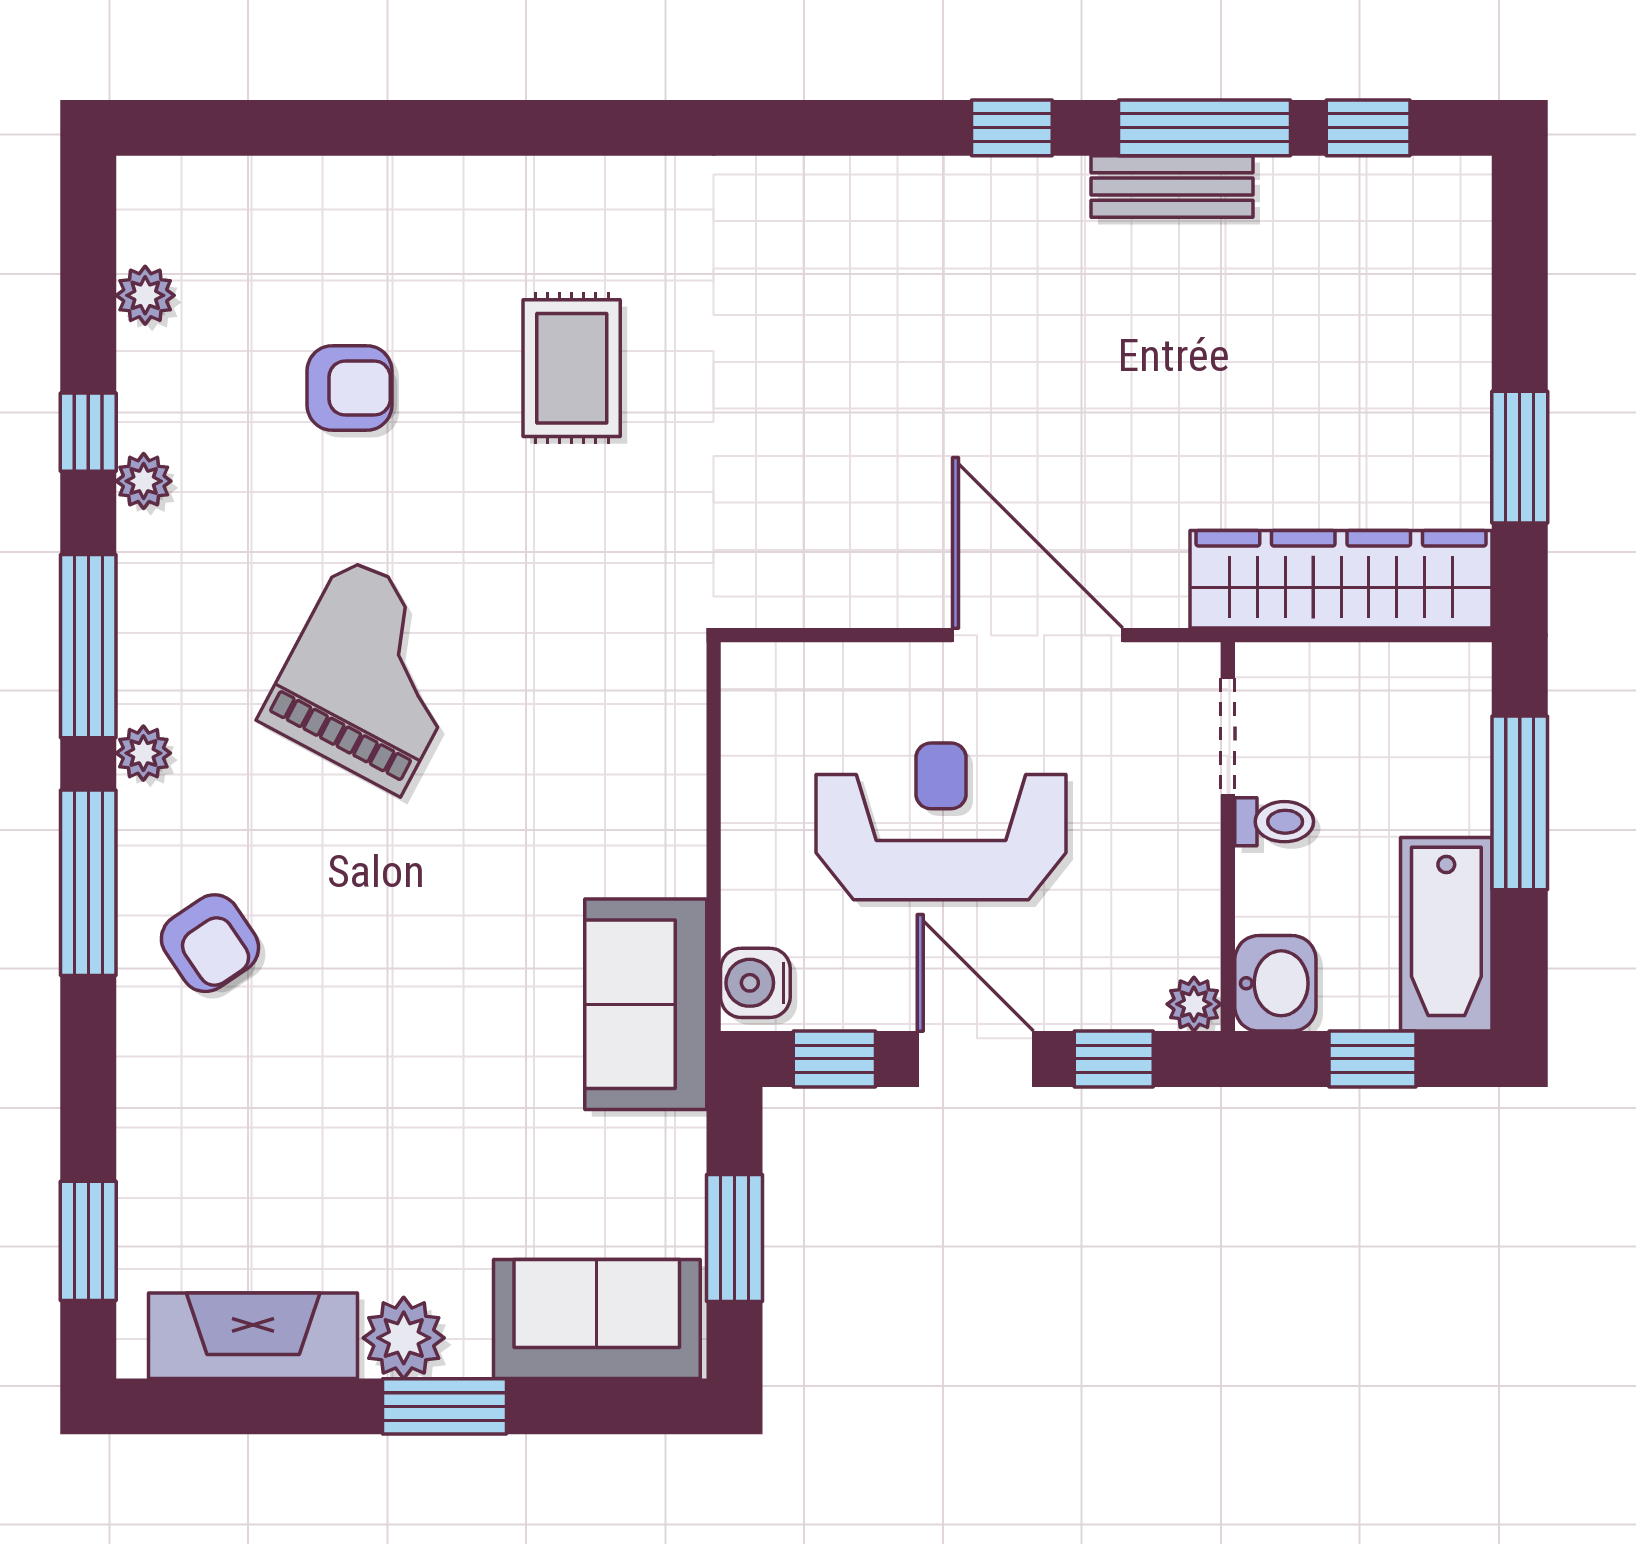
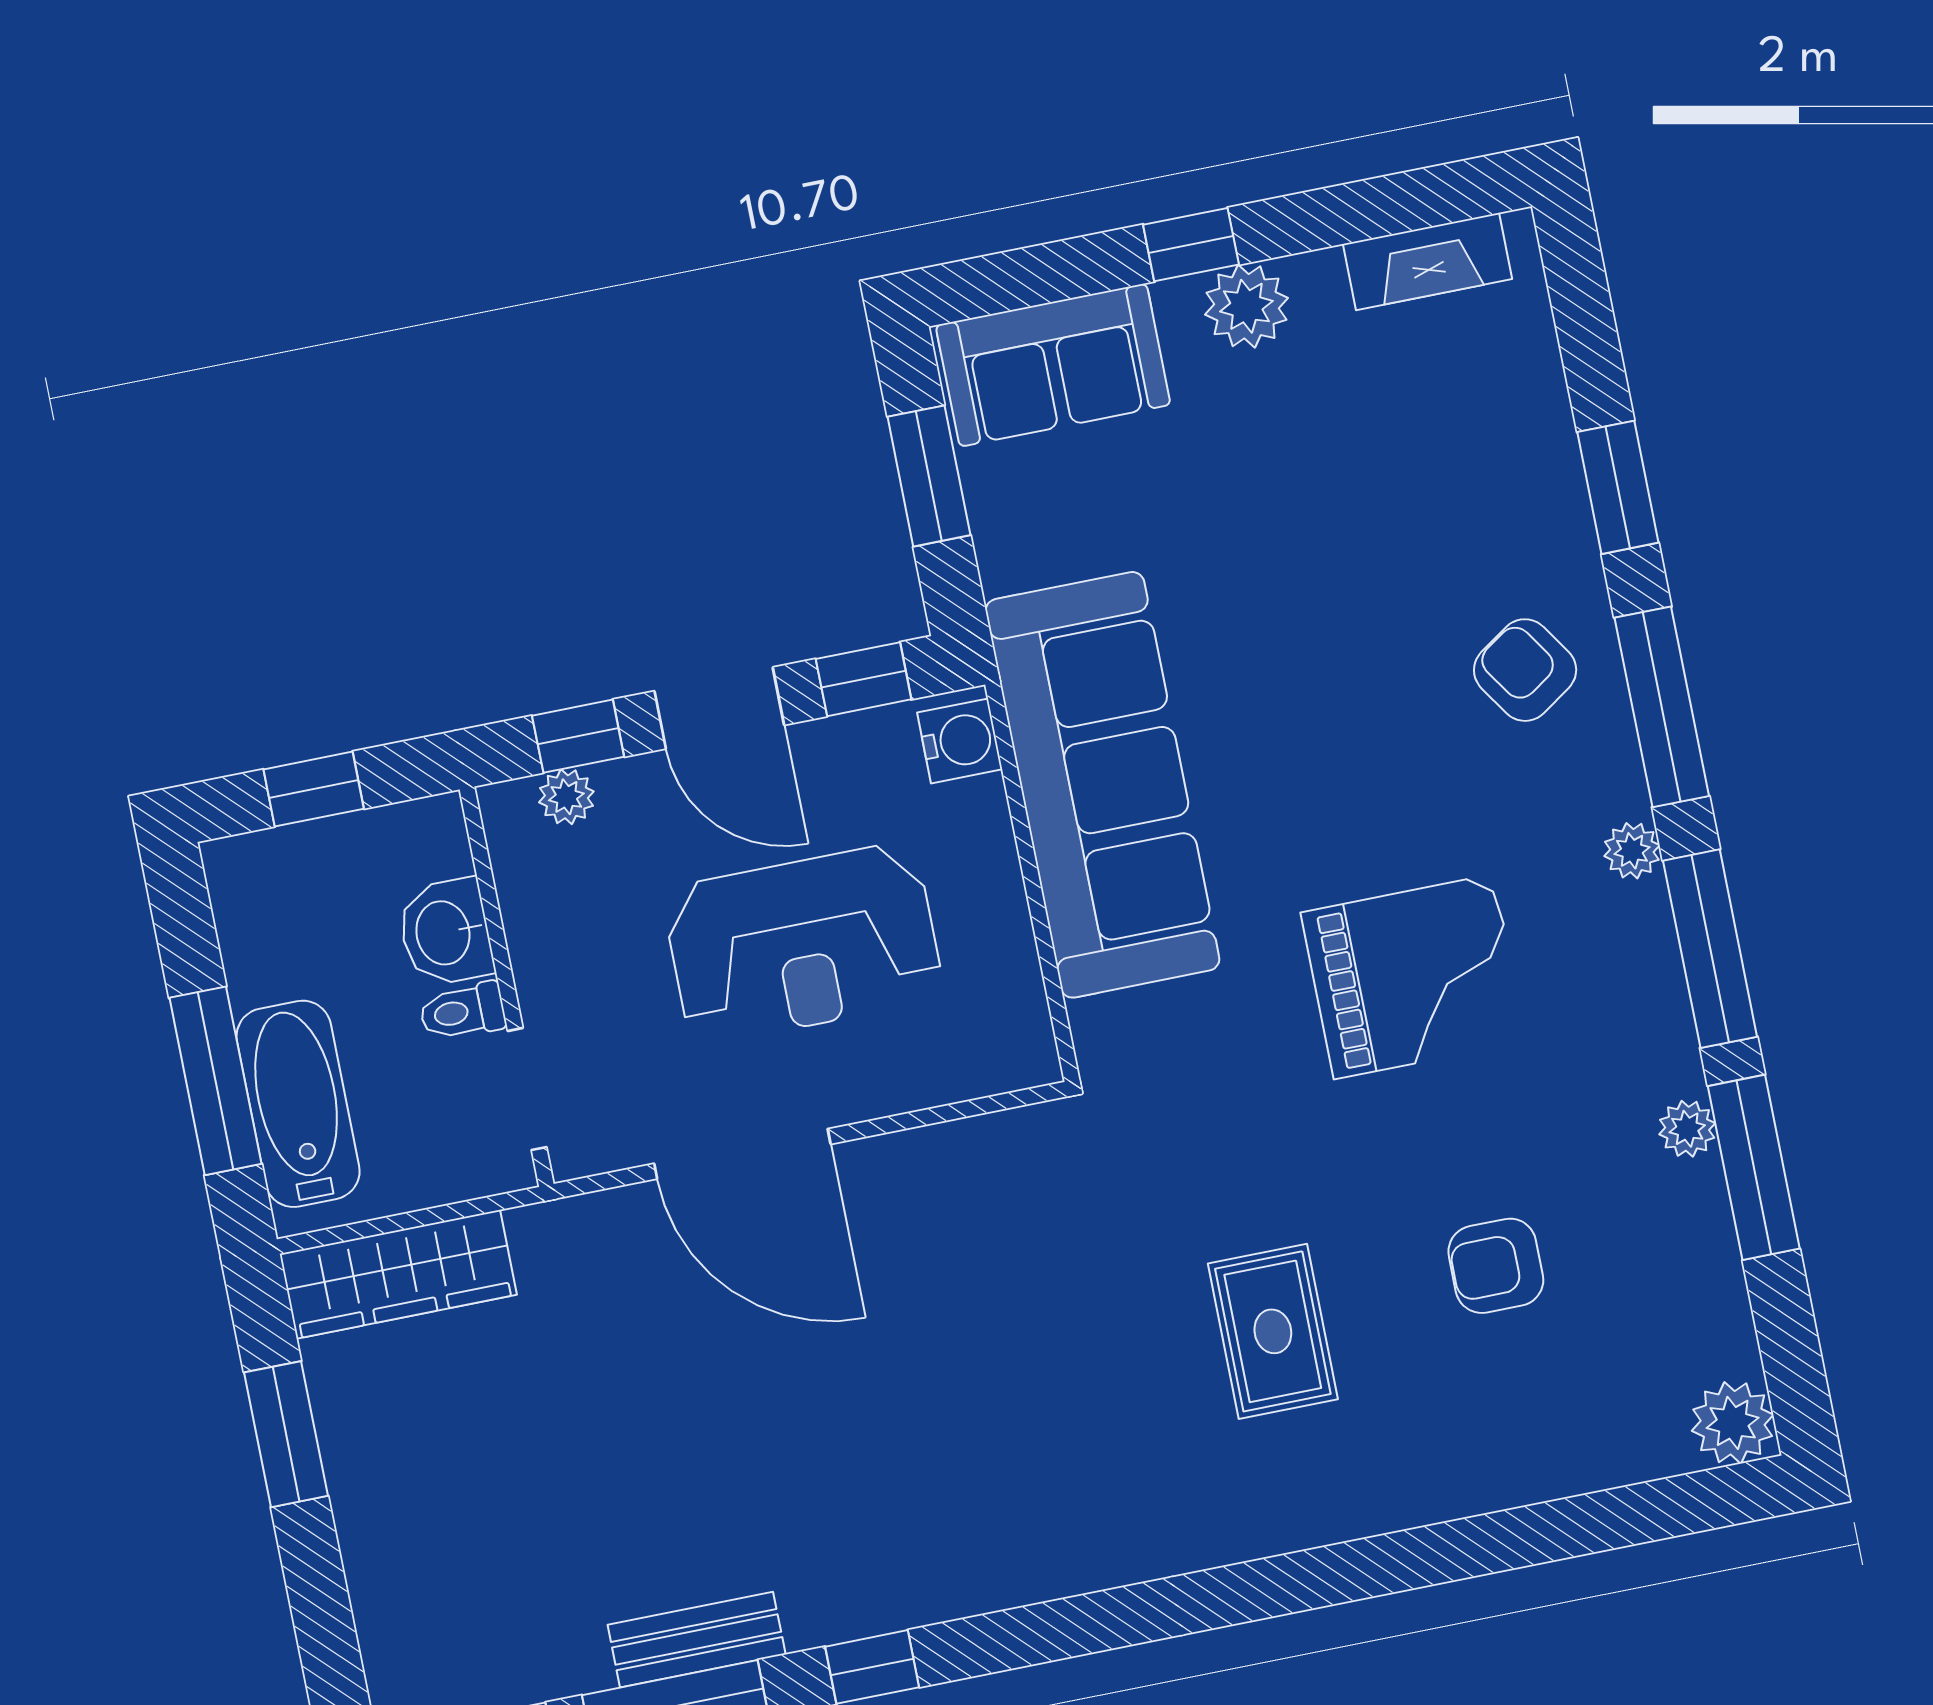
plant: (145, 295) -> (1733, 1423), moved, width x1.38, depth x1.38
window: (88, 432) -> (1754, 1167), width x2.17
wardrobe: (1341, 579) -> (398, 1274), width x0.71, depth x0.85
grand piano: (372, 675) -> (1414, 977), turned -118
bathtub: (1446, 934) -> (298, 1104), moved
washbasin: (1275, 983) -> (445, 932), moved
sofa: (646, 1004) -> (1102, 785), width x1.85, depth x1.27
plant: (1194, 1004) -> (566, 797), moved
window: (88, 1241) -> (1618, 487), moved
fireplace: (253, 1336) -> (1427, 261), width x0.73, depth x0.76
window: (444, 1406) -> (1191, 245), width x0.67

